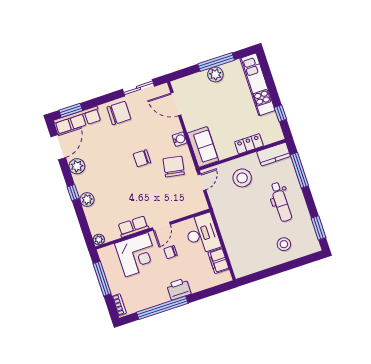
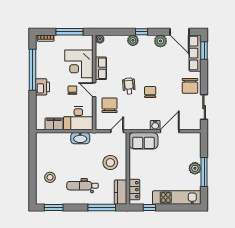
door: (176, 104) -> (170, 131), moved
locker: (249, 144) -> (134, 190), moved
chair: (174, 167) -> (109, 105), moved, turned -100
door: (202, 182) -> (117, 131), swing flipped
wheelchair: (143, 186) -> (129, 86), added
washbasin: (225, 224) -> (80, 138), added

